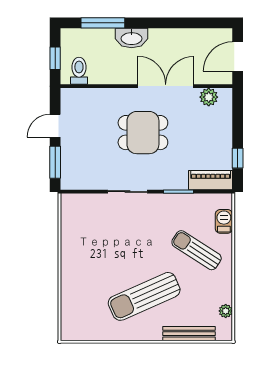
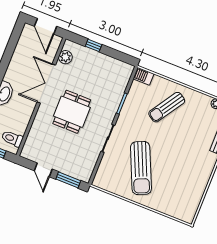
window: (238, 158) -> (94, 45), moved
piano: (211, 180) -> (123, 78), removed
barbecue: (224, 221) -> (144, 76), moved
sun lounger: (144, 296) -> (141, 168), moved

